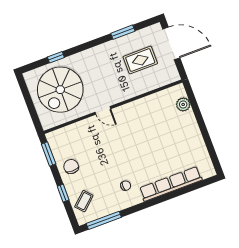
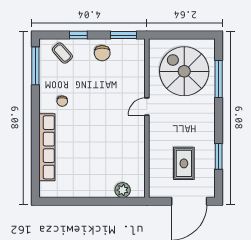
window: (56, 57) -> (219, 79), width x2.17
chair: (71, 167) -> (102, 53), turned 90

